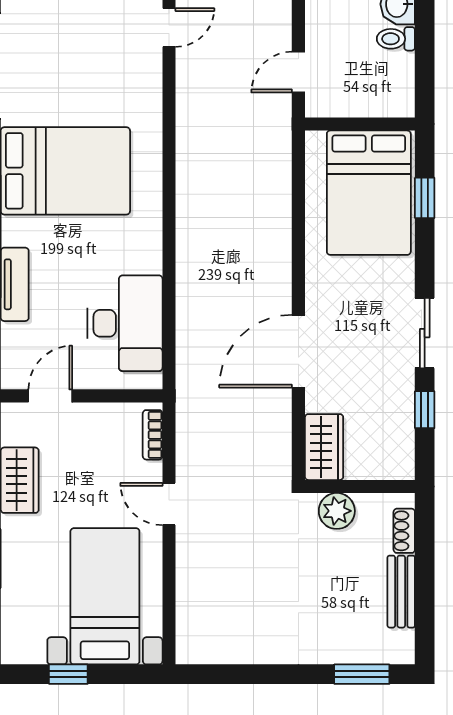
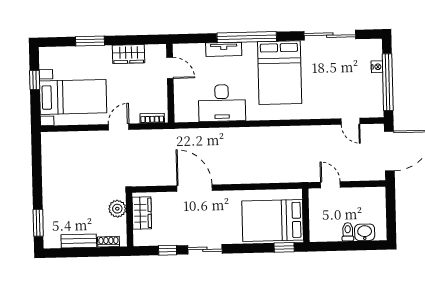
window: (425, 198) -> (284, 247), moved
desk: (125, 323) -> (222, 103), moved
wardrobe: (324, 447) -> (142, 213), moved, turned -90

